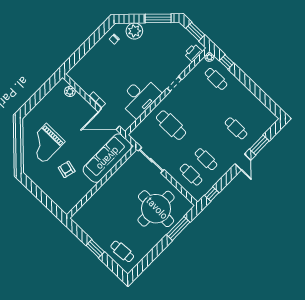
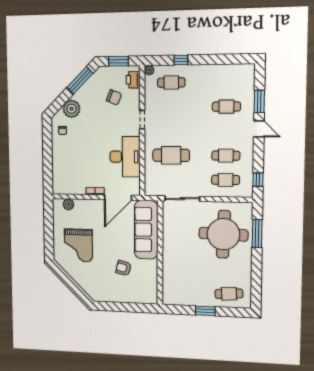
chair: (170, 52) -> (114, 97), added
window: (227, 62) -> (181, 60), moved
grand piano: (45, 143) -> (78, 245), moved

